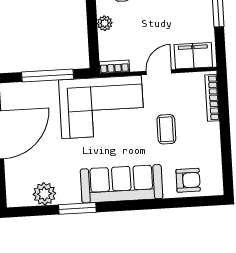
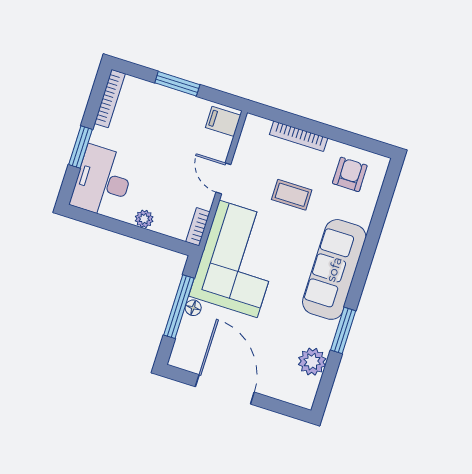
filing cabinet: (193, 56) -> (223, 121), width x0.50
floor lamp: (51, 87) -> (193, 308), added
bookcase: (212, 98) -> (299, 136), moved
armchair: (188, 180) -> (350, 174), moved

